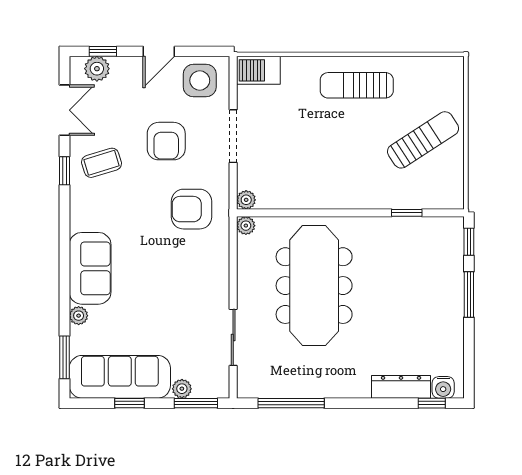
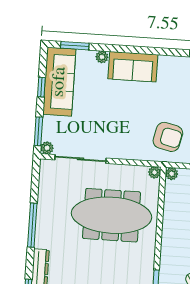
armchair: (192, 209) -> (168, 137), turned 103
sliding door: (233, 337) -> (81, 159), width x1.37
plant: (182, 389) -> (47, 148), moved
window: (291, 403) -> (32, 225), moved

